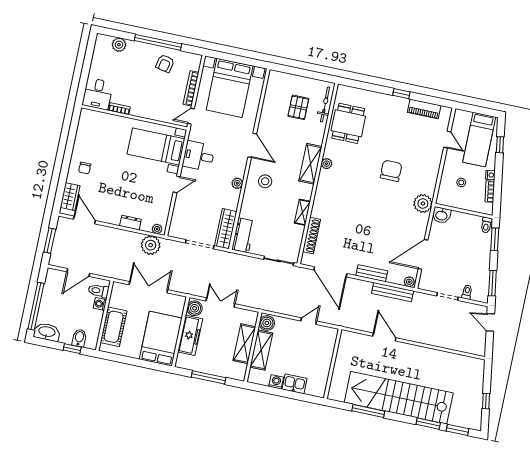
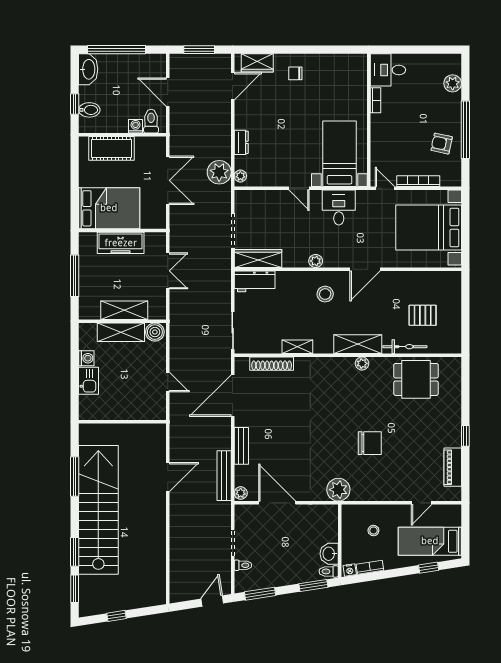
bicycle: (325, 104) -> (405, 347), moved
nightstand: (490, 175) -> (350, 570), moved
washbasin: (441, 215) -> (329, 554), moved
boiler: (195, 308) -> (154, 241), removed

